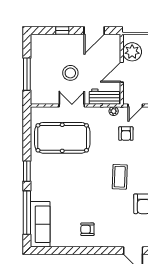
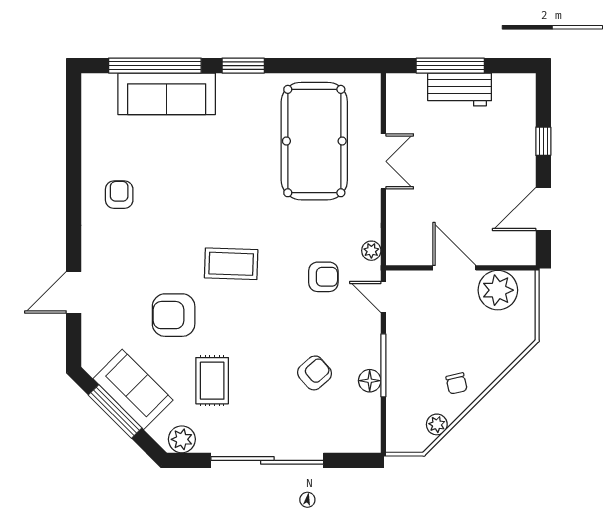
door: (94, 30) -> (543, 209), hinge flipped
stool: (70, 73) -> (453, 158), removed
workbench: (104, 97) -> (460, 90), moved, turned 90
armchair: (126, 134) -> (323, 277), turned 180
sofa: (40, 224) -> (167, 94), moved

